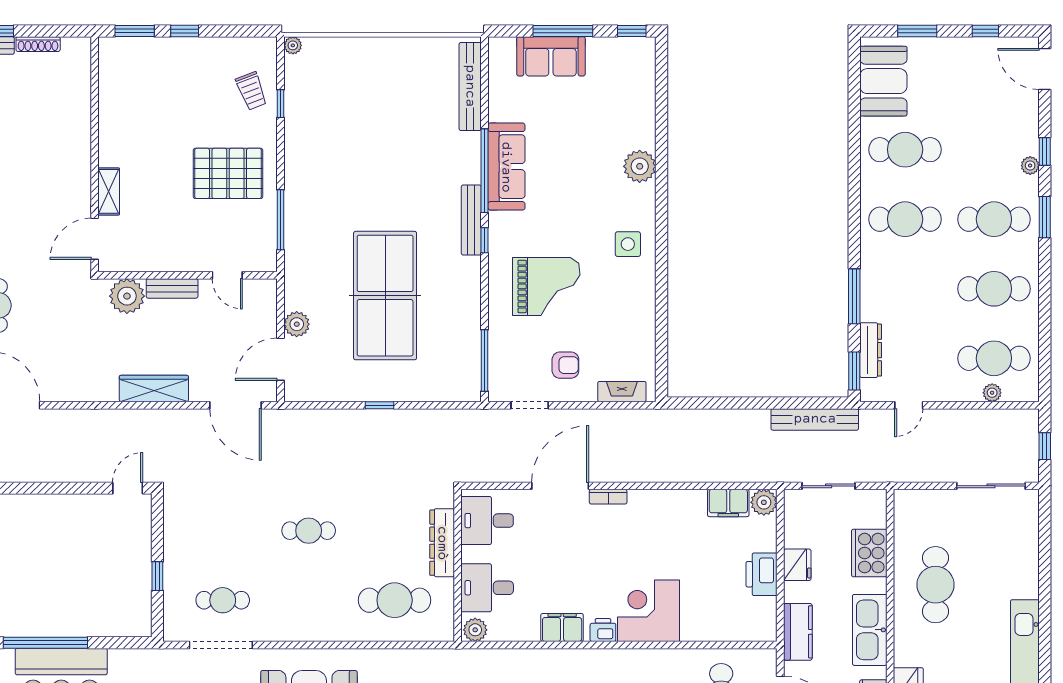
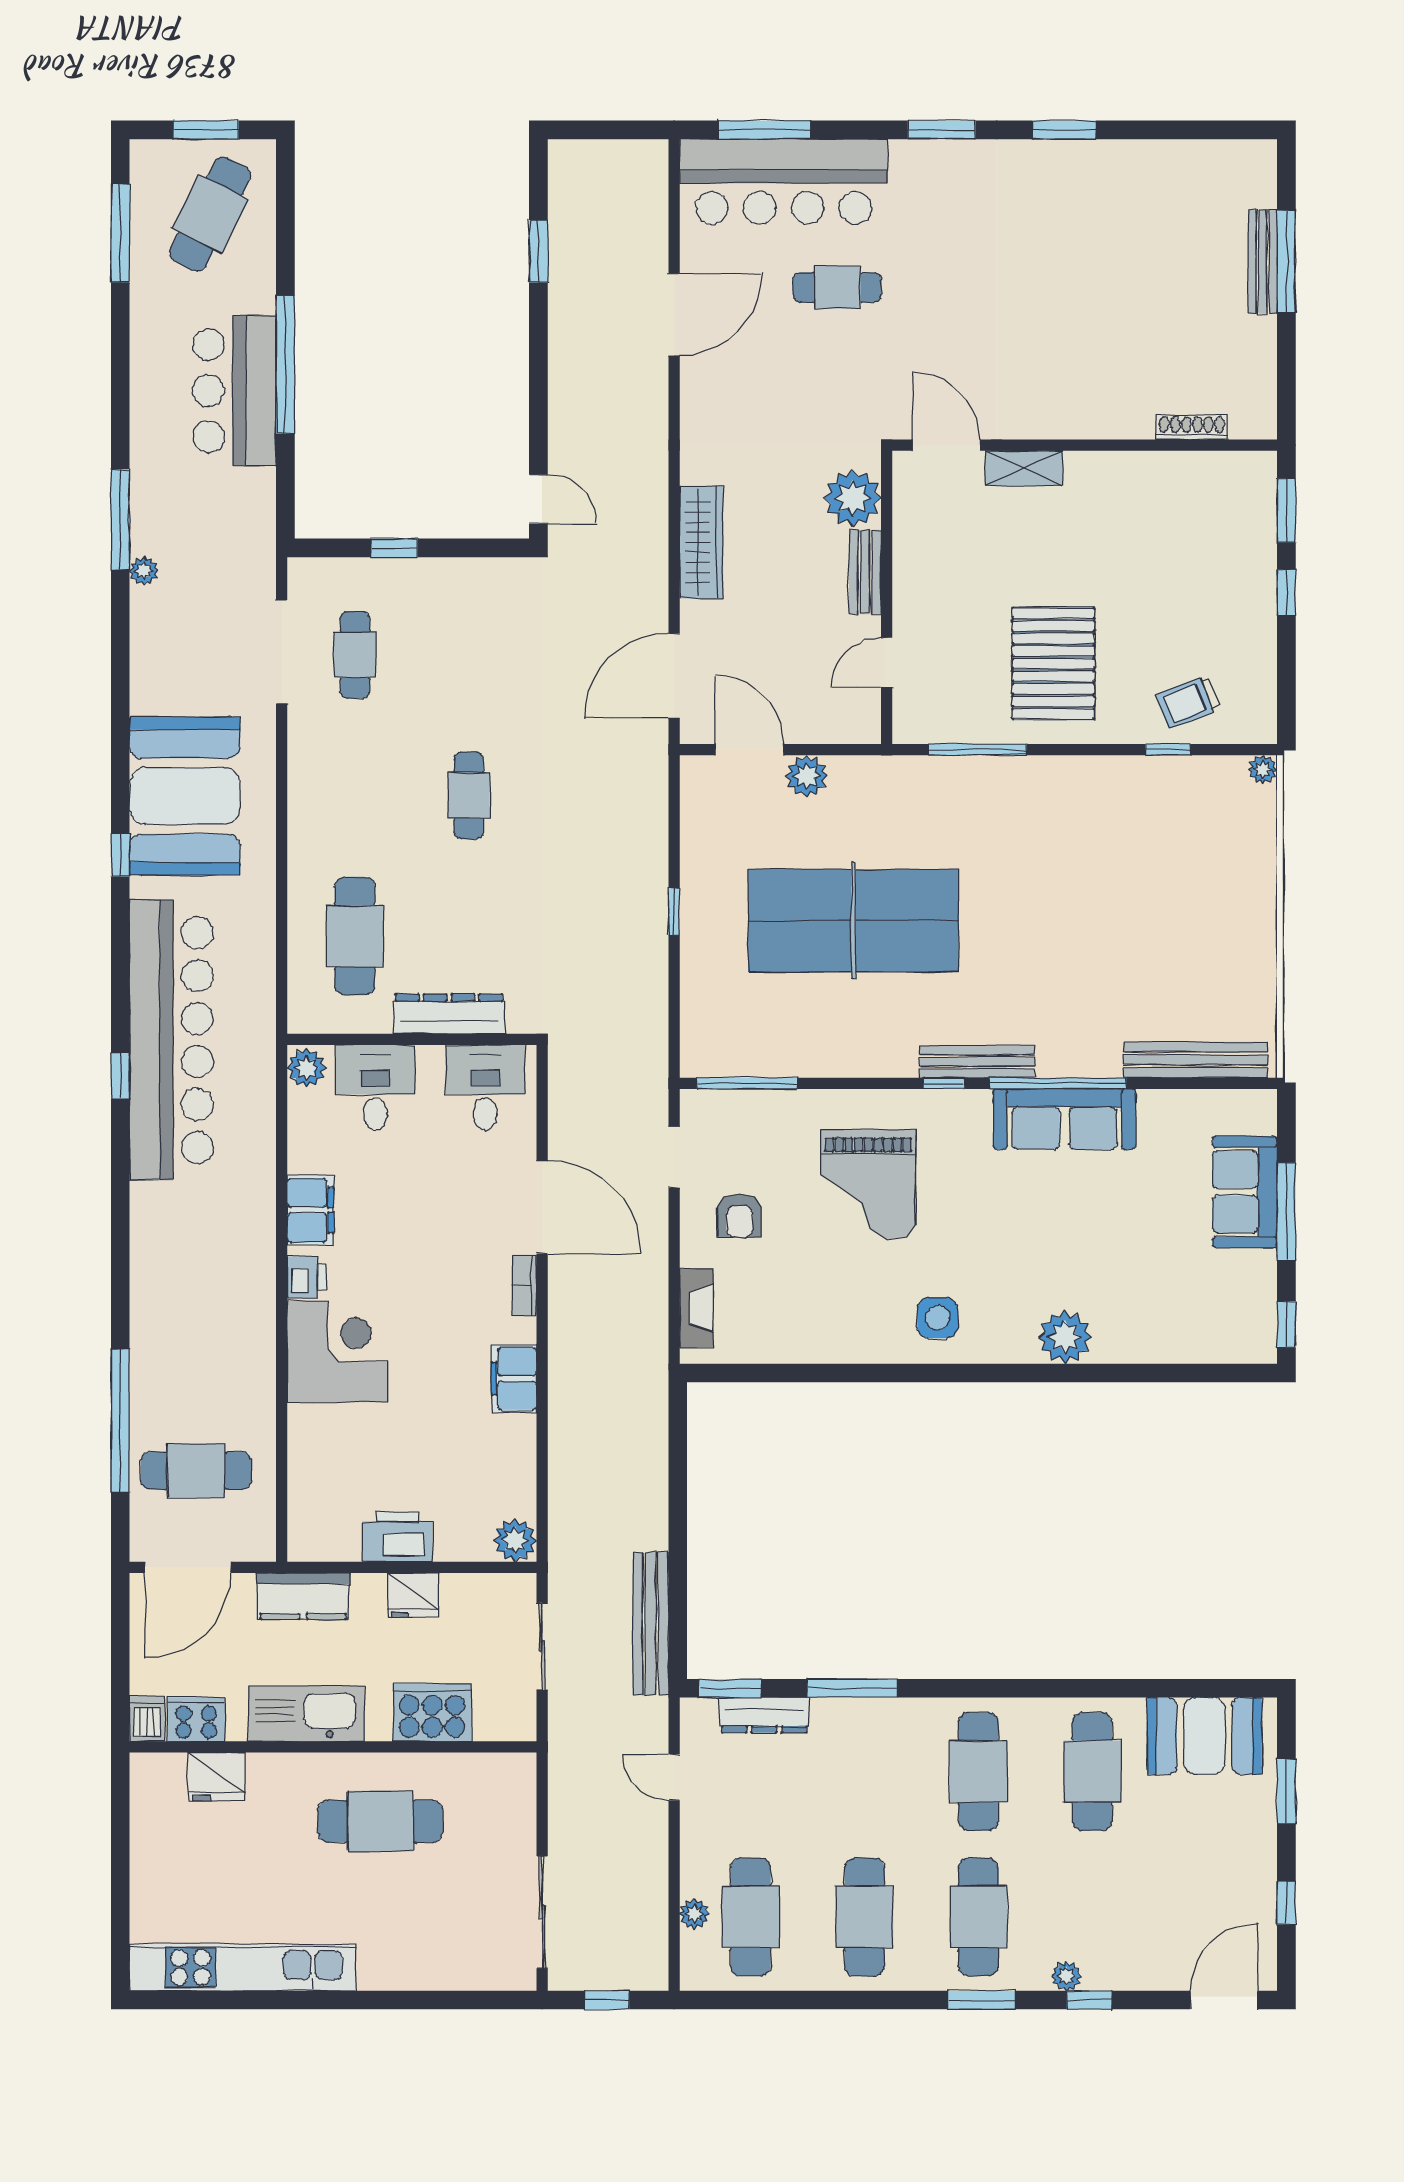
shoe rack: (38, 44) -> (1192, 427), moved, turned 90
filing cabinet: (728, 503) -> (514, 1379), moved

